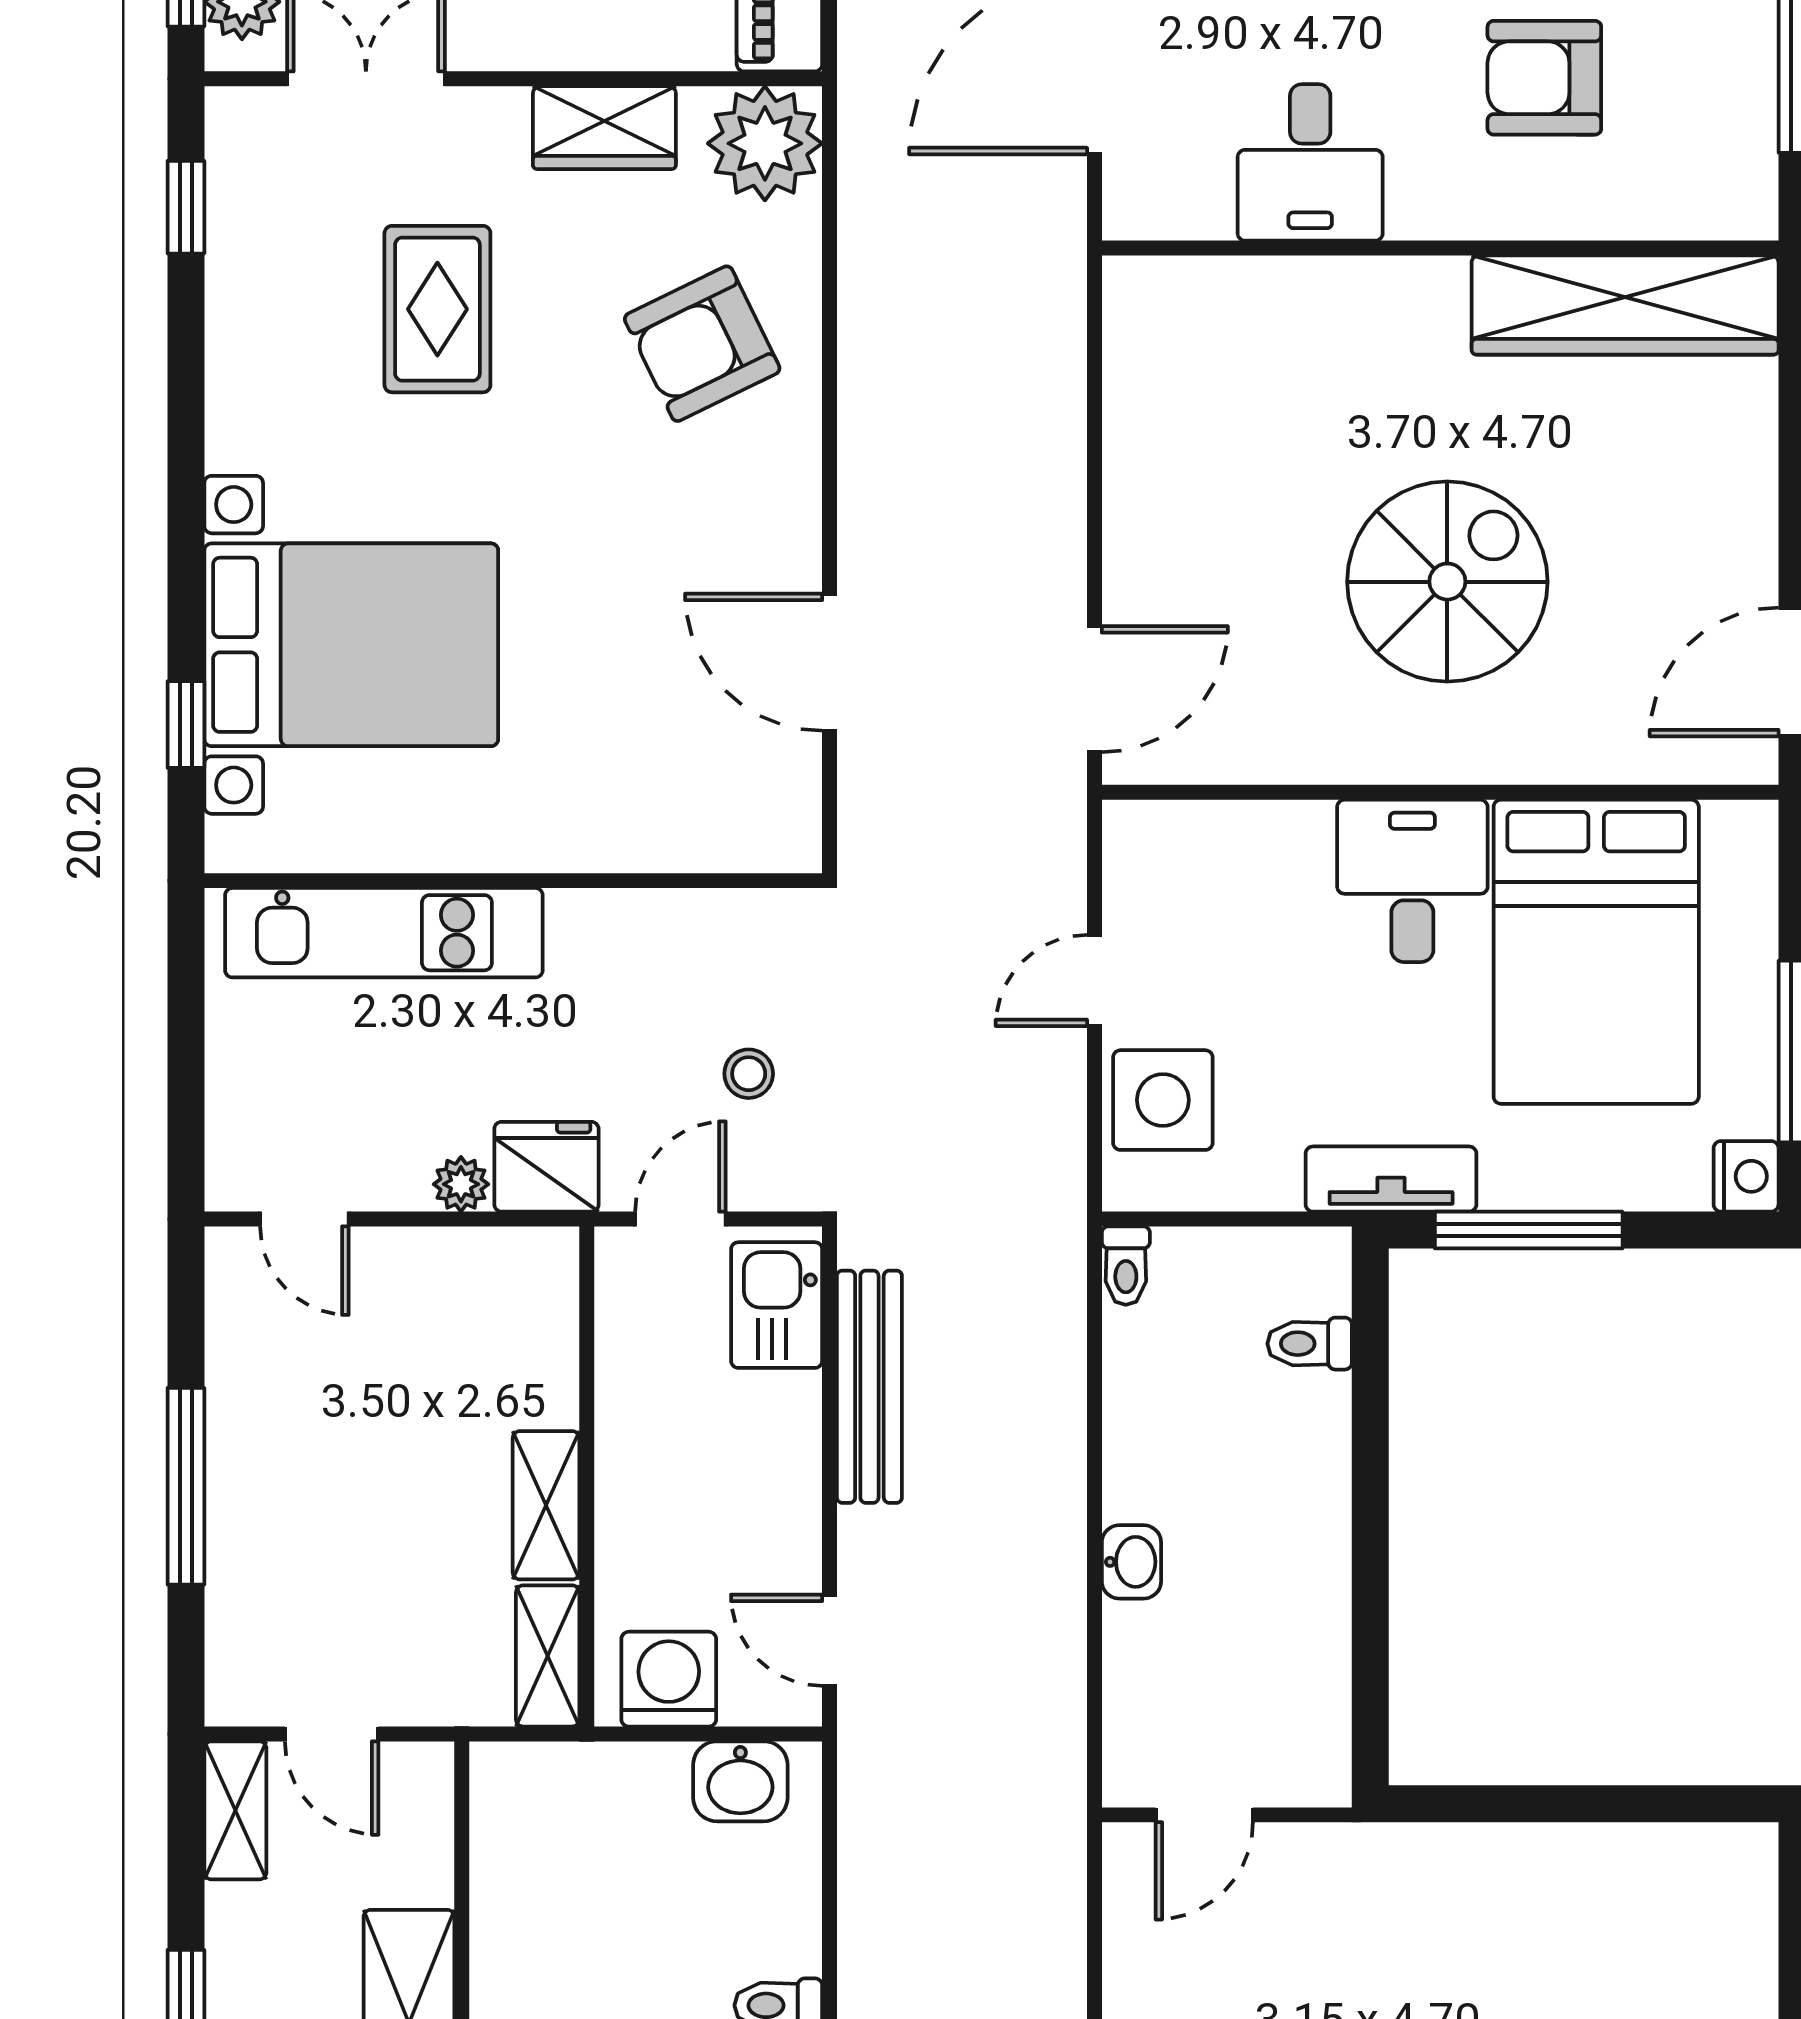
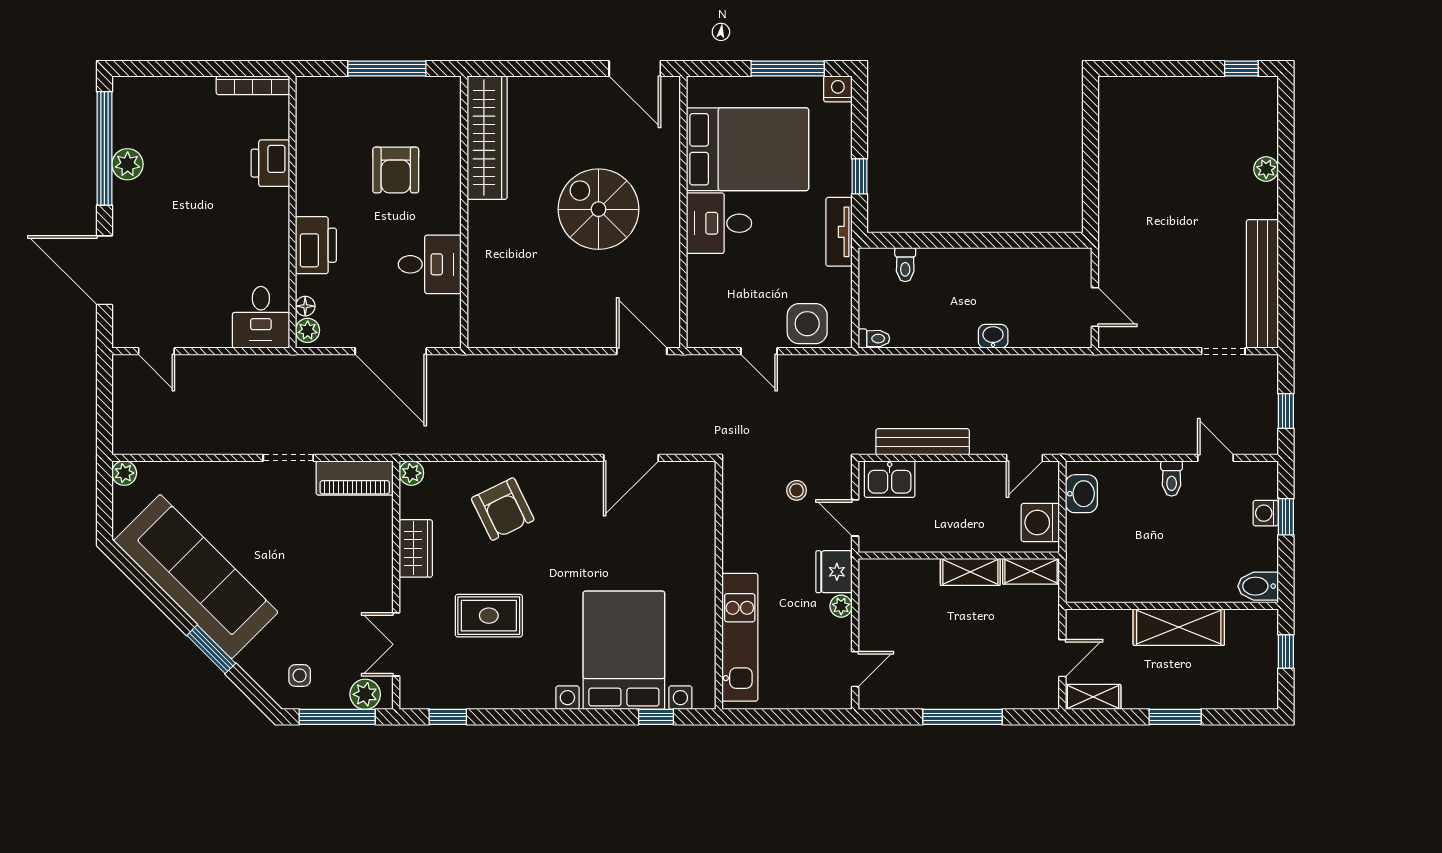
plant: (765, 143) -> (411, 473), width x0.53, depth x0.53
window: (1529, 1230) -> (859, 176), width x0.46

